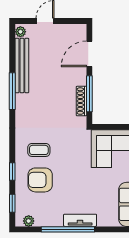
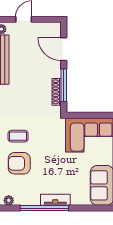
door: (89, 54) -> (64, 49), hinge flipped

